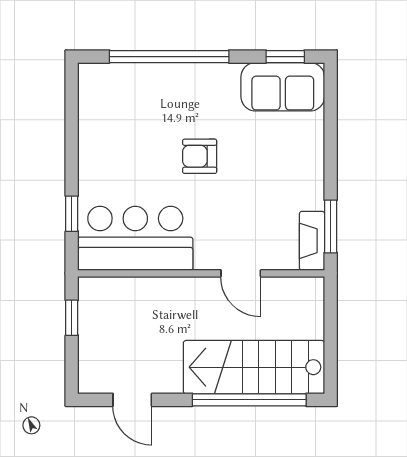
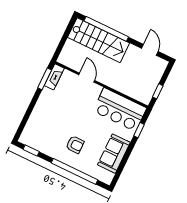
sofa: (283, 87) -> (114, 154), moved, turned -90
armchair: (200, 156) -> (75, 145), moved

